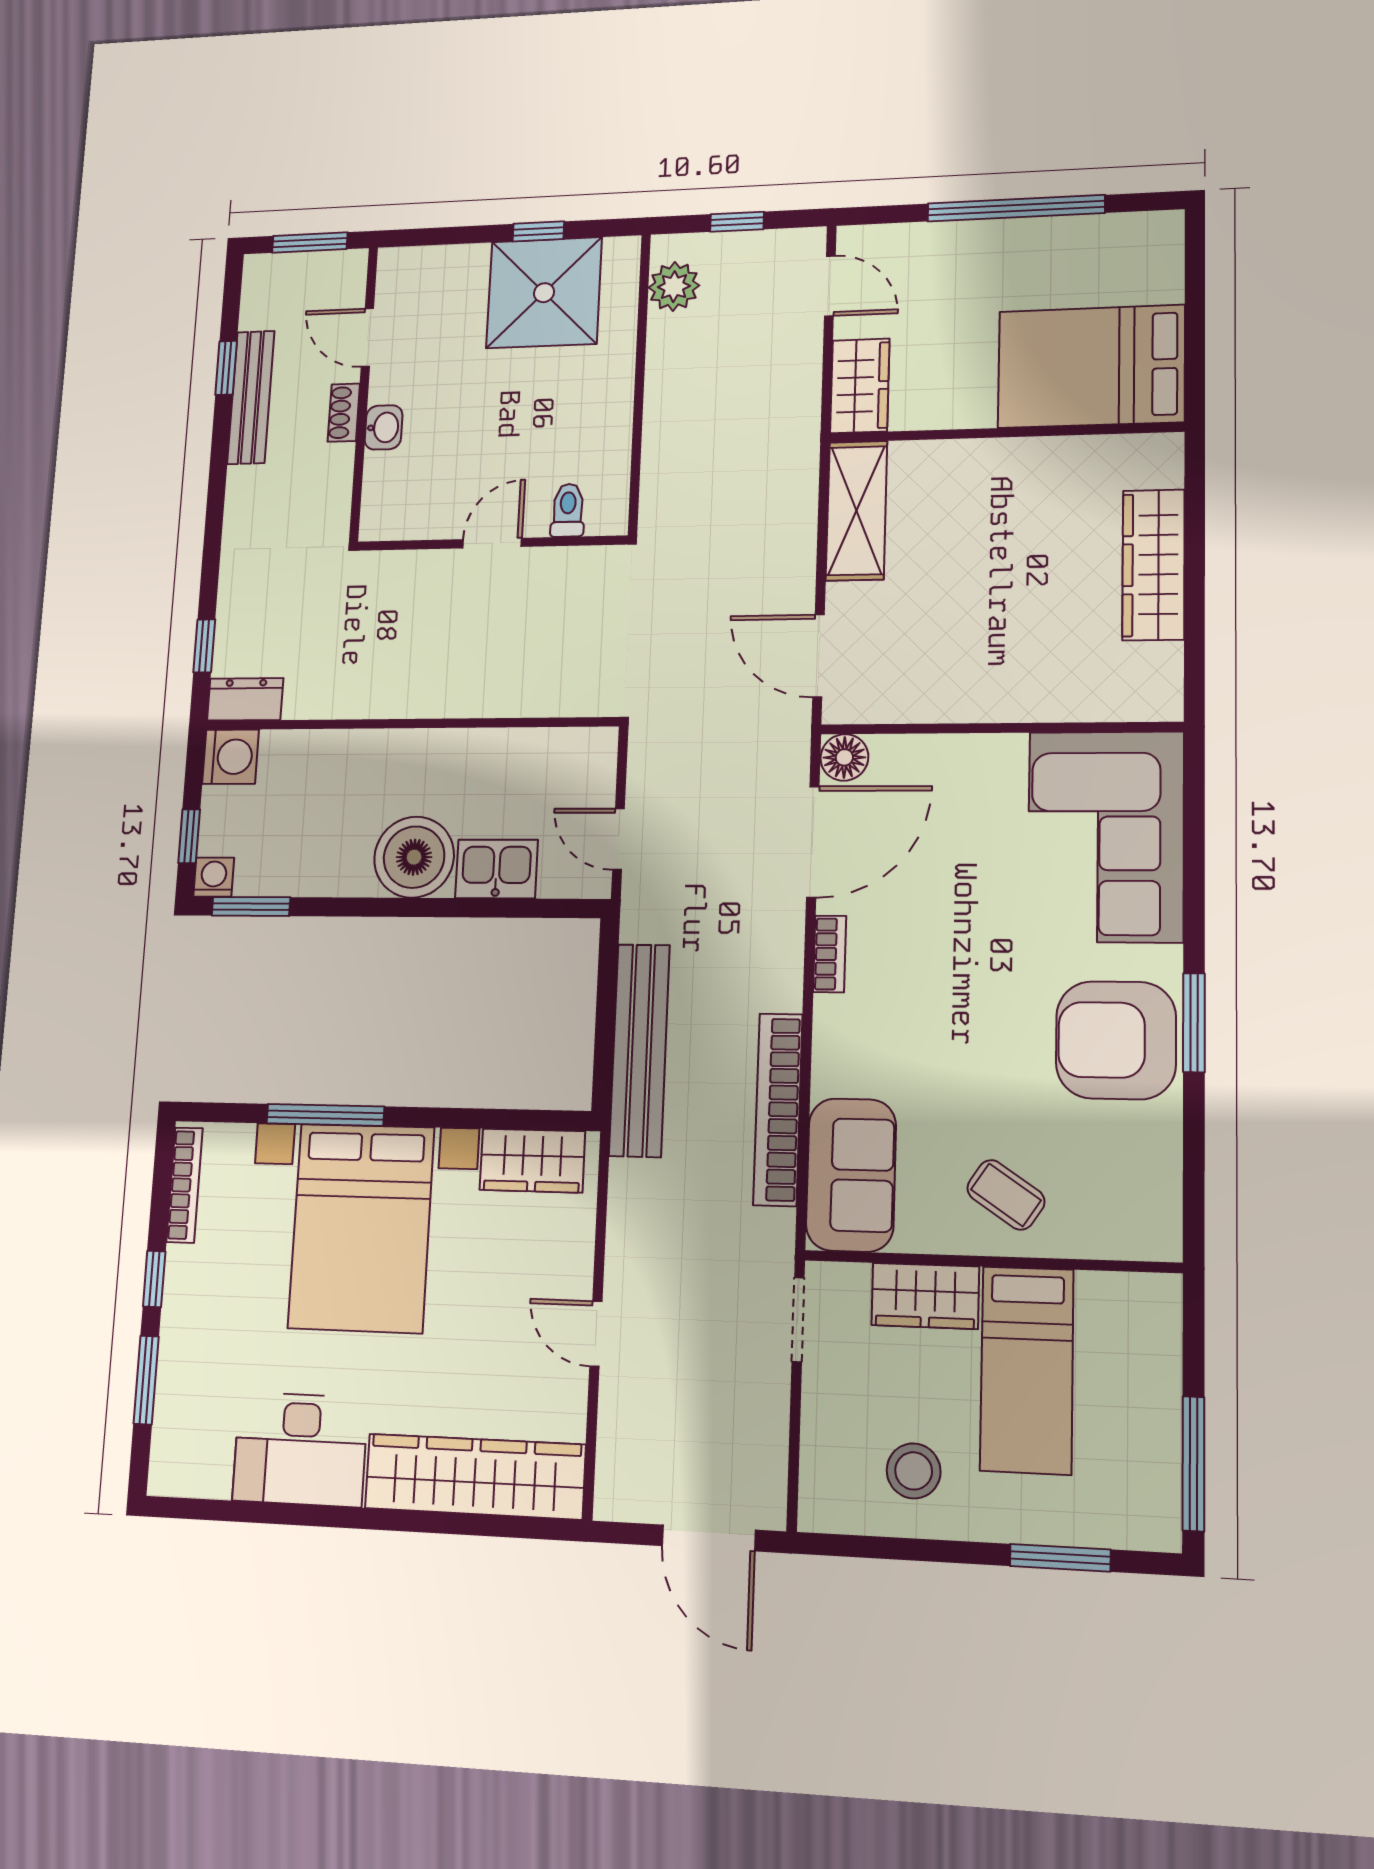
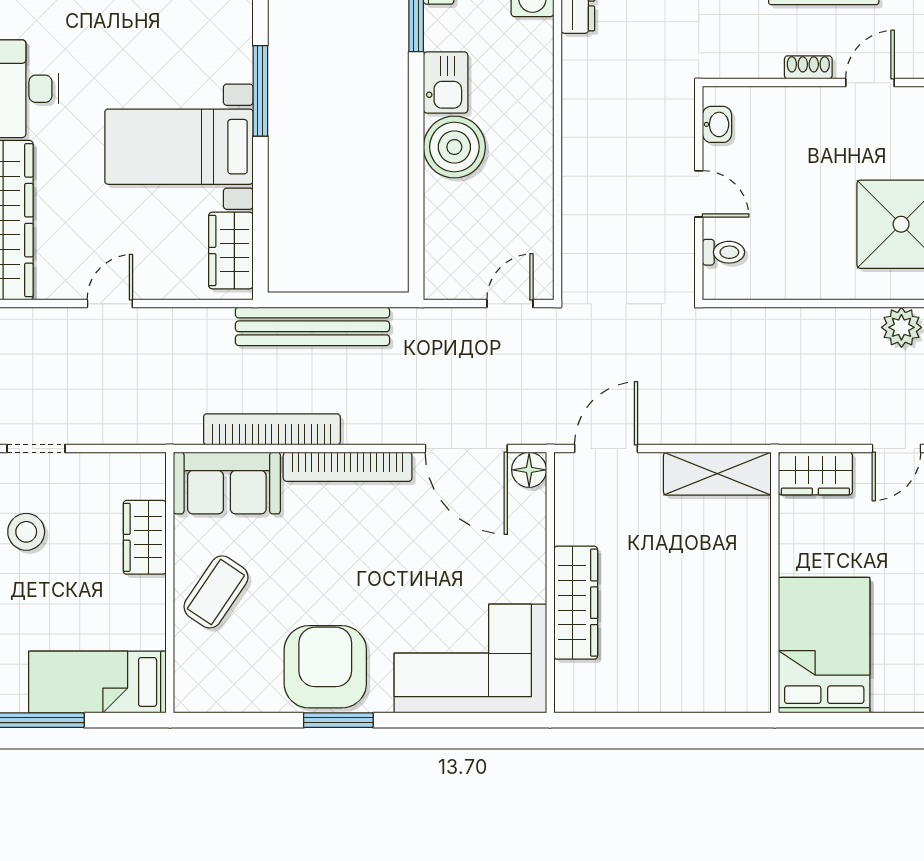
washbasin: (384, 427) -> (717, 124), moved, turned -90
wardrobe: (1153, 565) -> (576, 603), moved, turned 90
door: (618, 839) -> (510, 304), moved
kitchen sink: (496, 869) -> (446, 82), moved
bookcase: (830, 954) -> (348, 467), width x2.31, depth x1.31
coffee table: (1006, 1195) -> (216, 592), width x1.36, depth x1.30
bed with nightstands: (361, 1228) -> (179, 147), width x0.73
doorway: (798, 1320) -> (36, 448), moved
bed: (1027, 1370) -> (97, 682), moved

